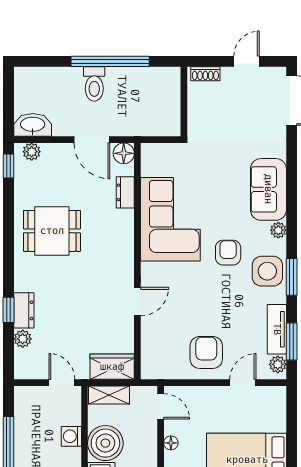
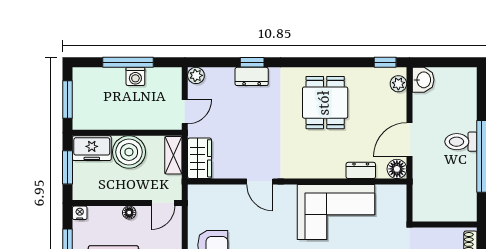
washbasin: (33, 125) -> (423, 80), width x0.72
plant: (23, 339) -> (196, 75), moved
washing machine: (71, 436) -> (135, 76), moved, turned 180

